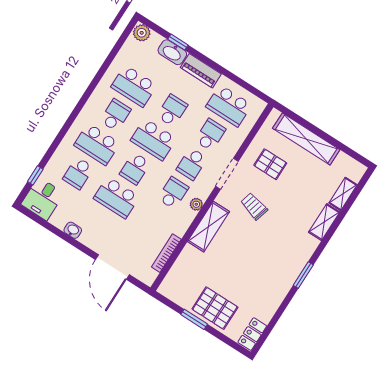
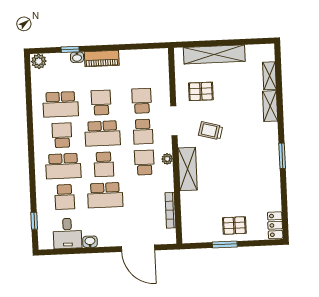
washbasin: (172, 52) -> (77, 57), width x0.52, depth x0.69
school desk: (229, 106) -> (140, 70), removed
desk: (43, 199) -> (67, 233), moved
pallet: (215, 308) -> (234, 225), width x0.67, depth x0.71

